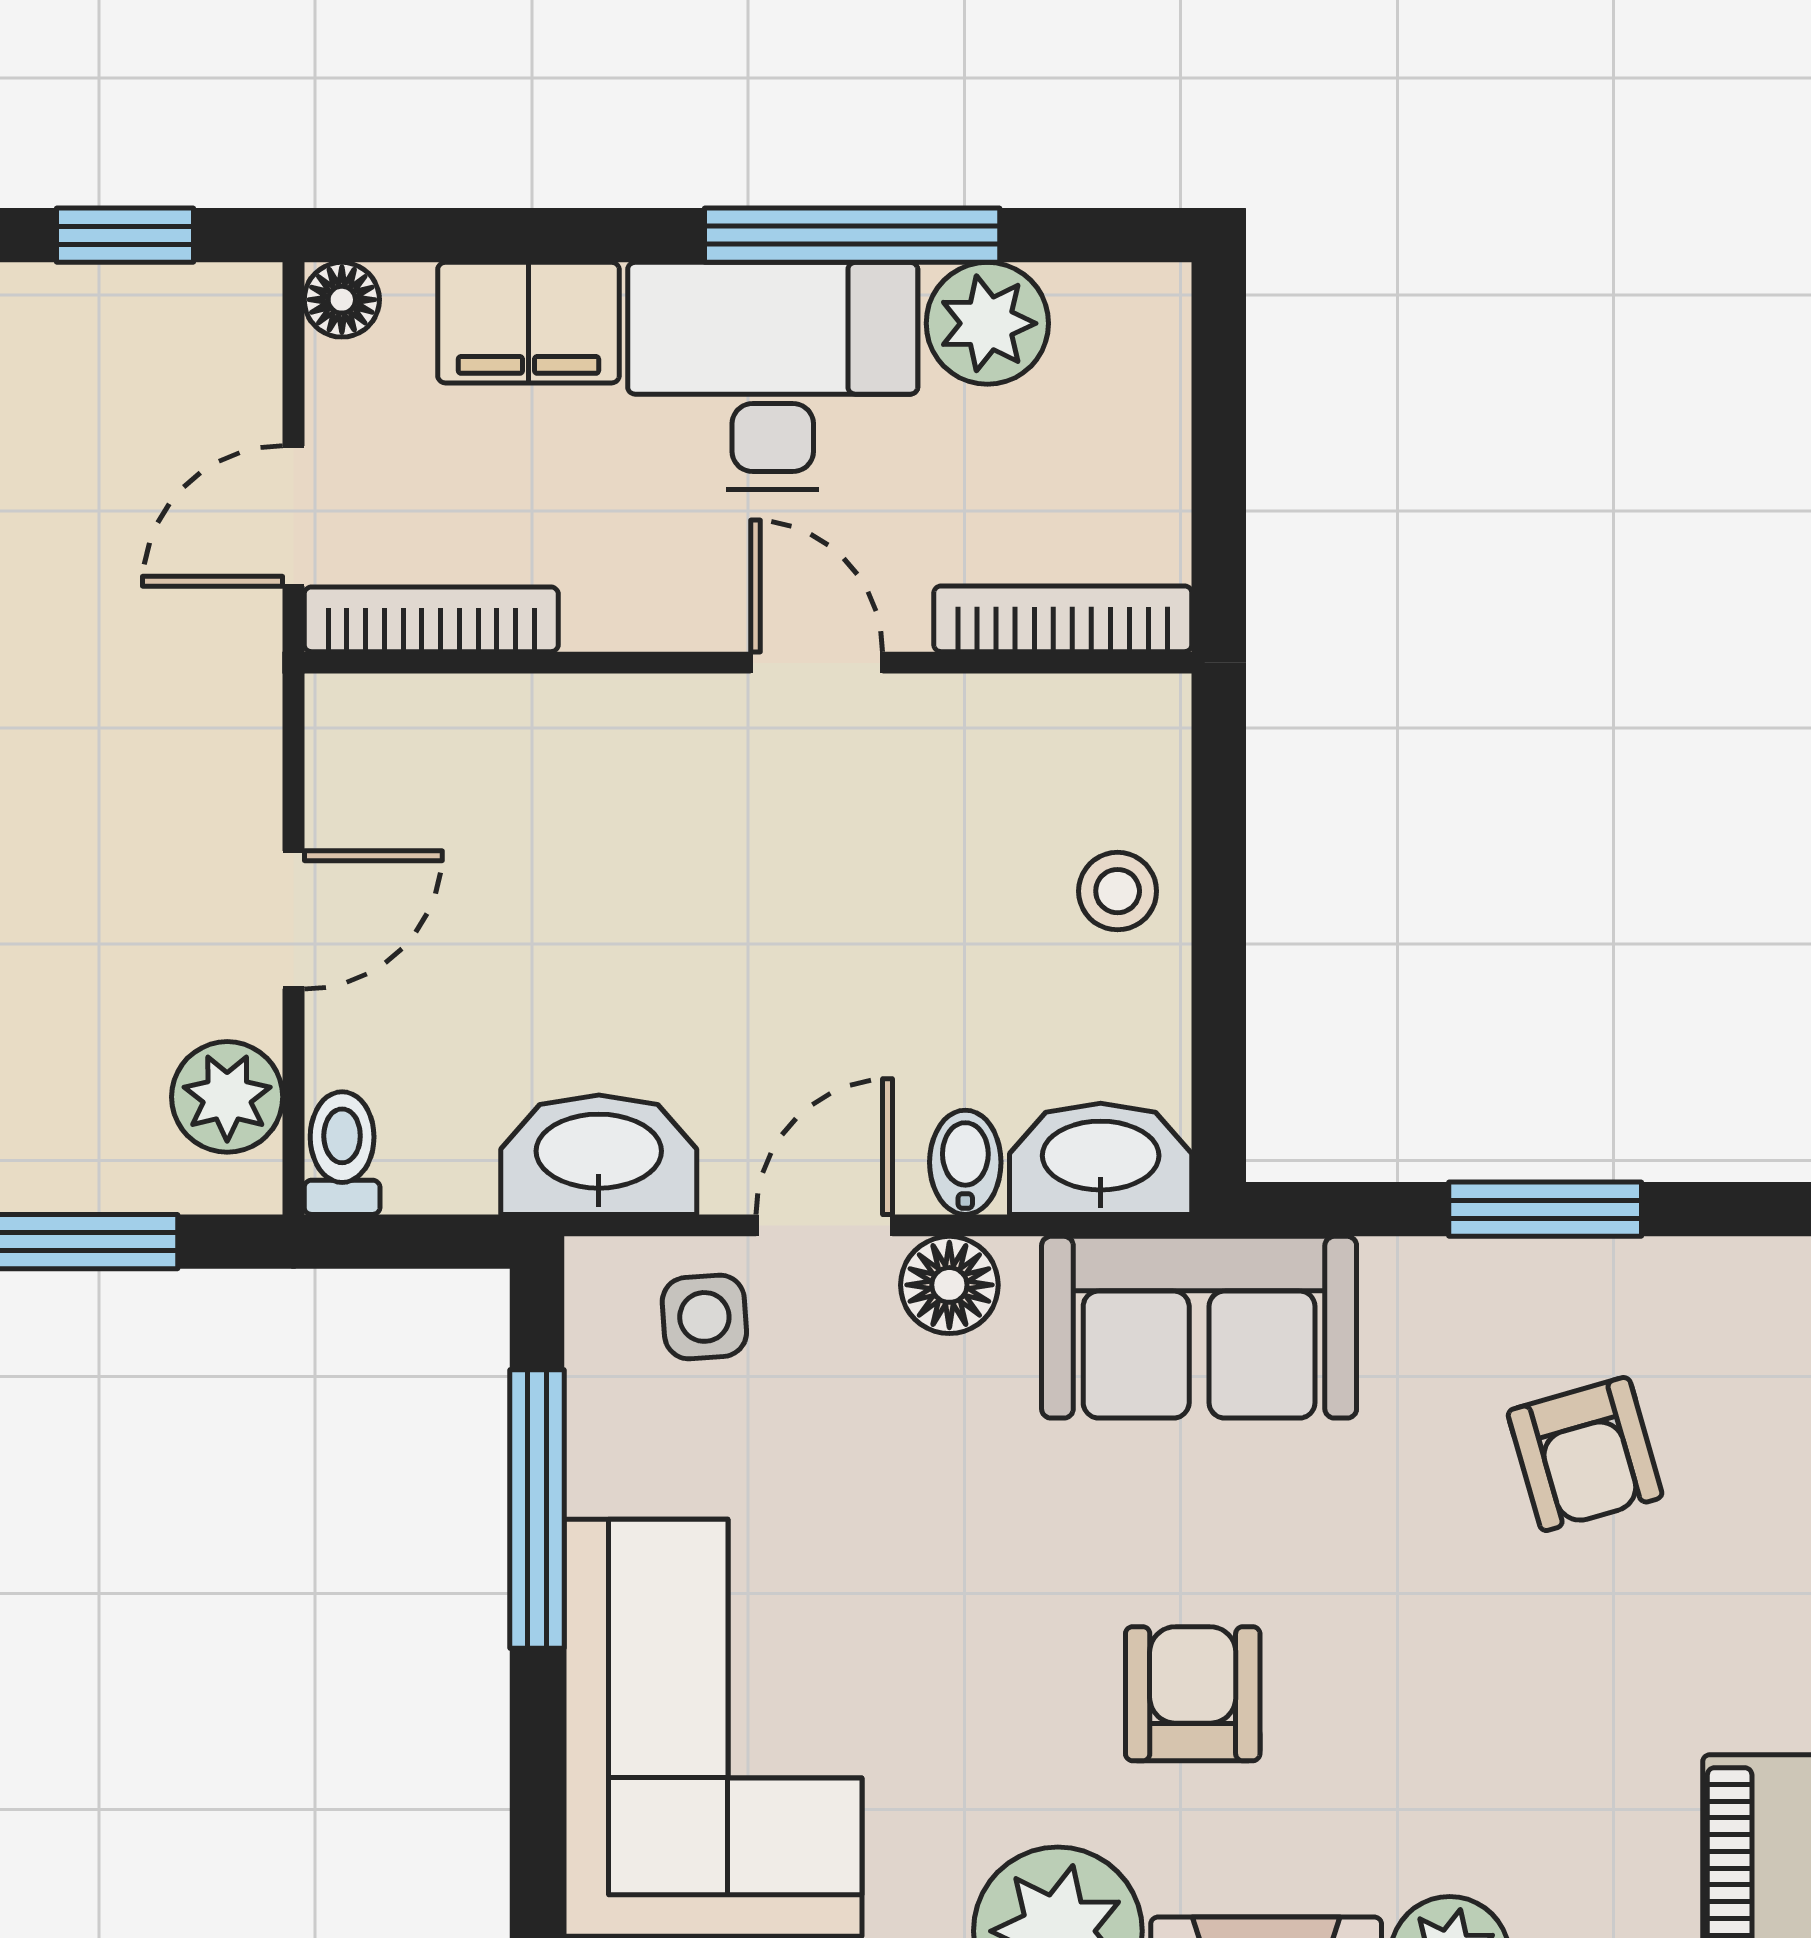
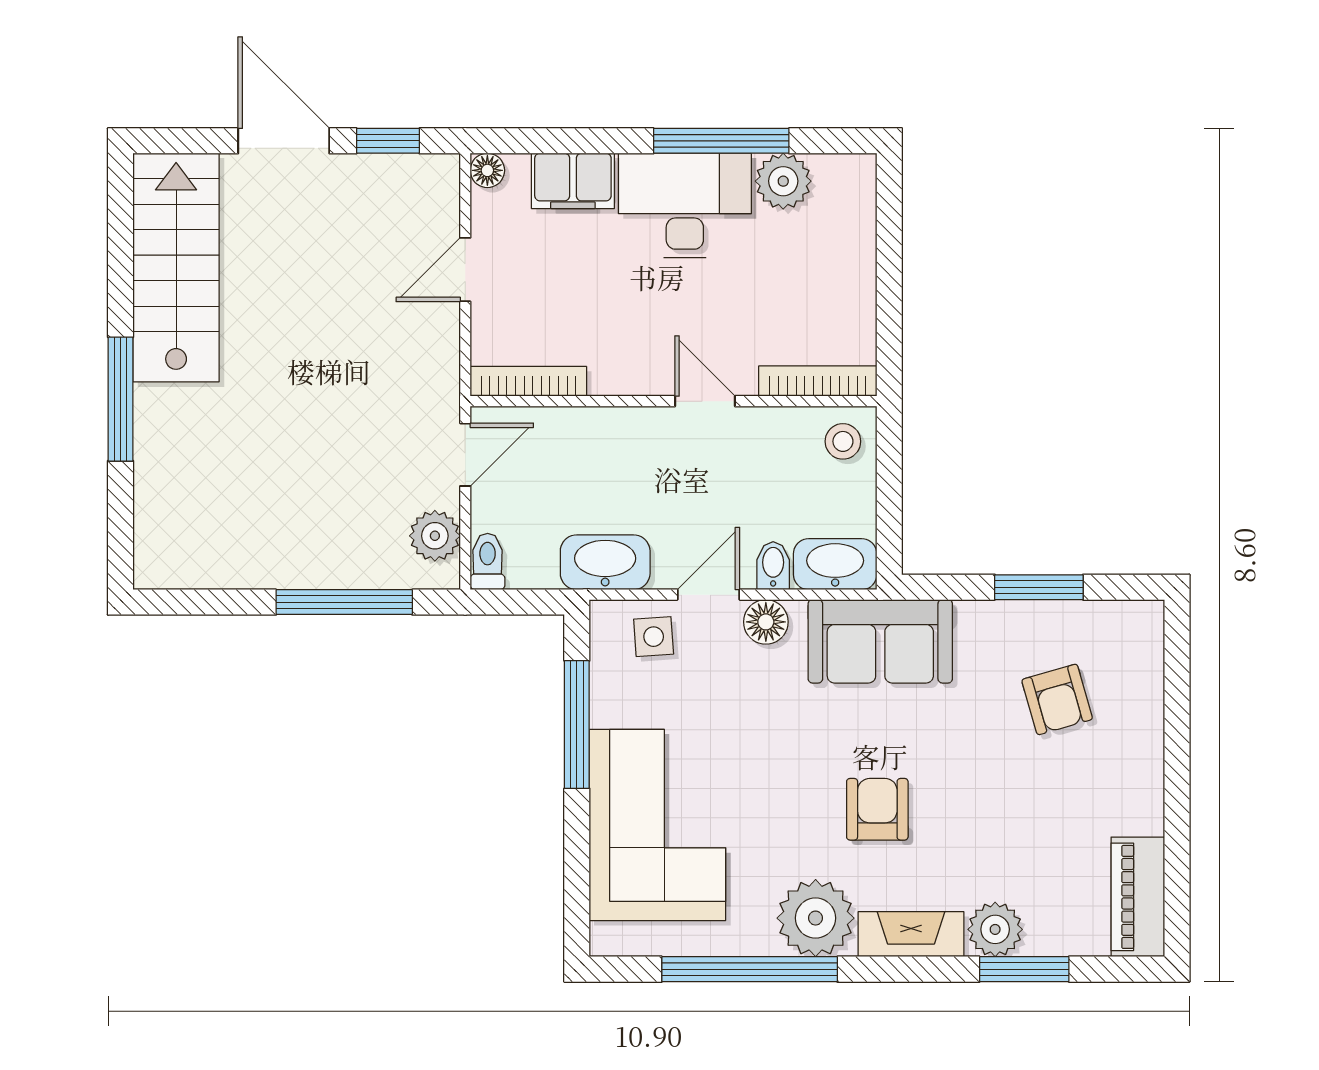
bookcase: (431, 619) -> (528, 381), moved
bookcase: (1063, 619) -> (818, 381), moved
wall: (748, 663) -> (674, 401), moved
door: (817, 663) -> (705, 401), moved

